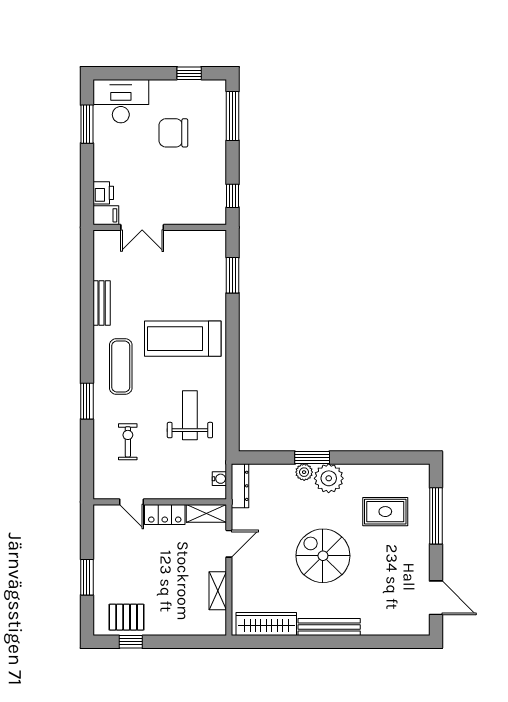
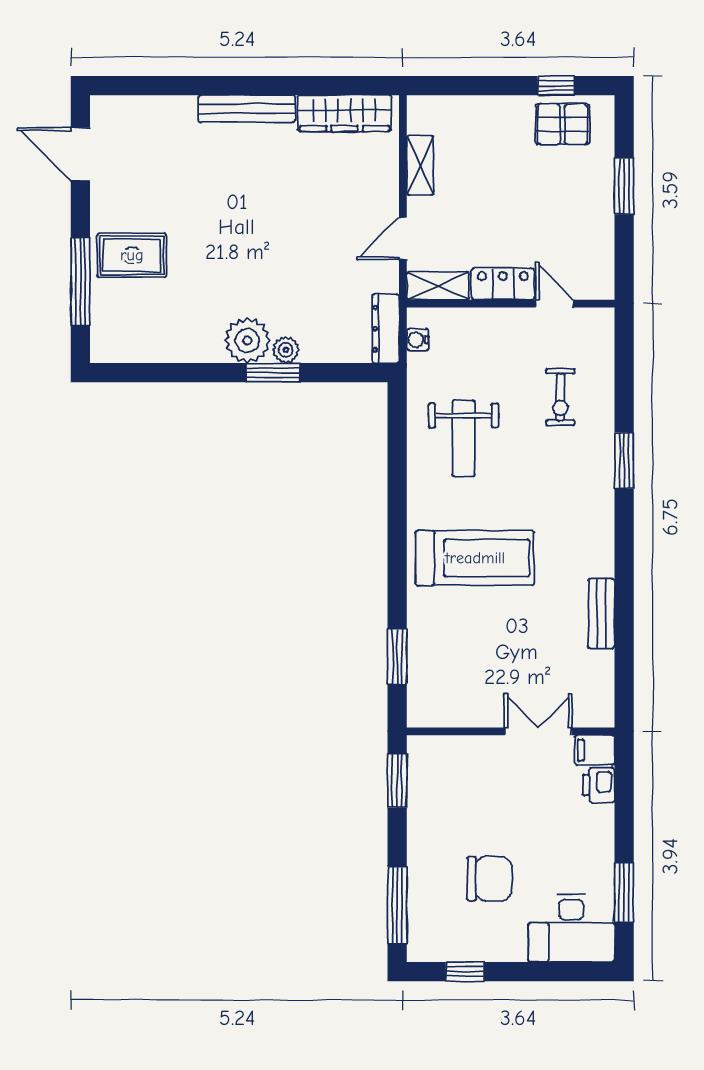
window: (233, 196) -> (397, 781), width x1.50
exercise mat: (121, 366) -> (571, 515), removed
rug: (385, 512) -> (132, 255), moved
spiral stairs: (323, 556) -> (256, 220), removed

